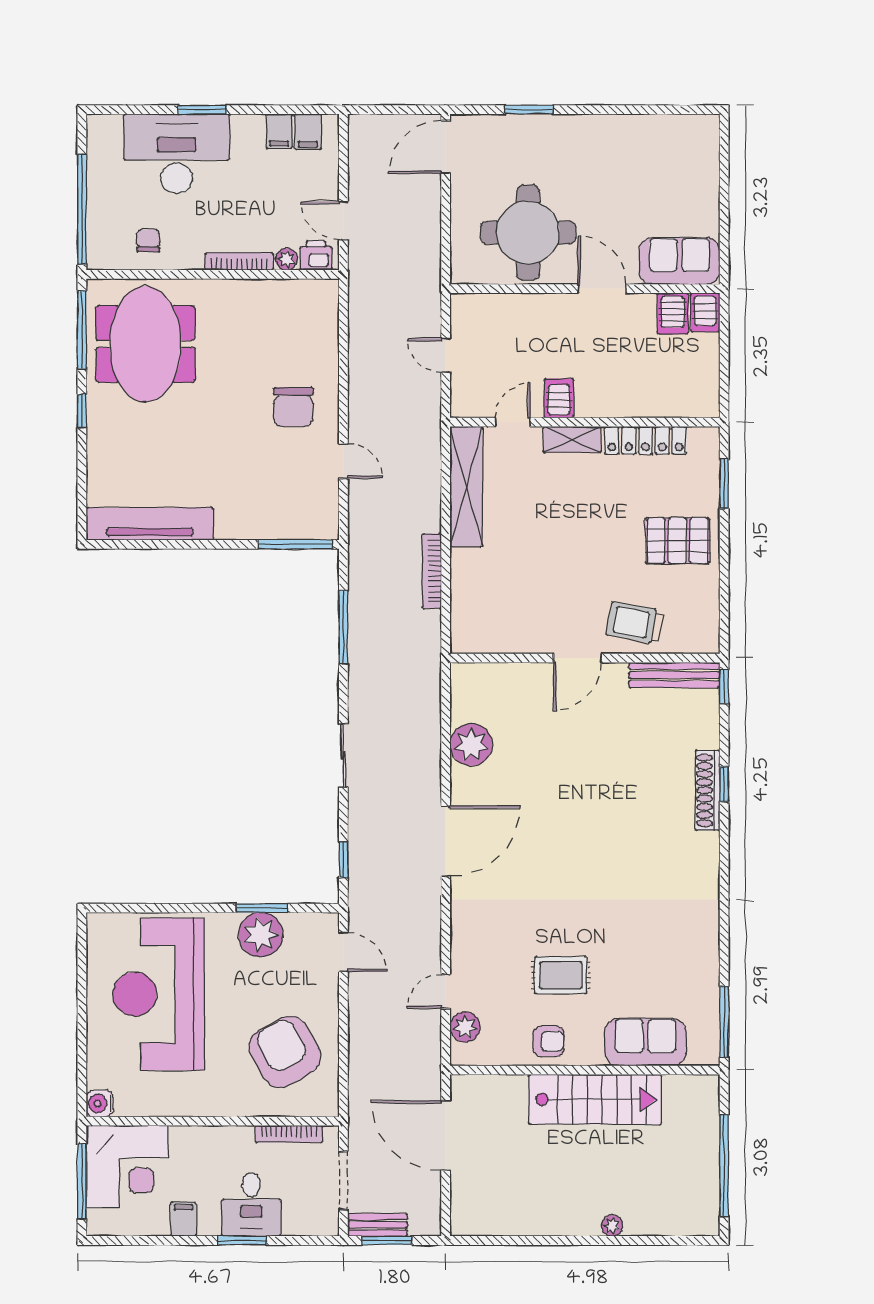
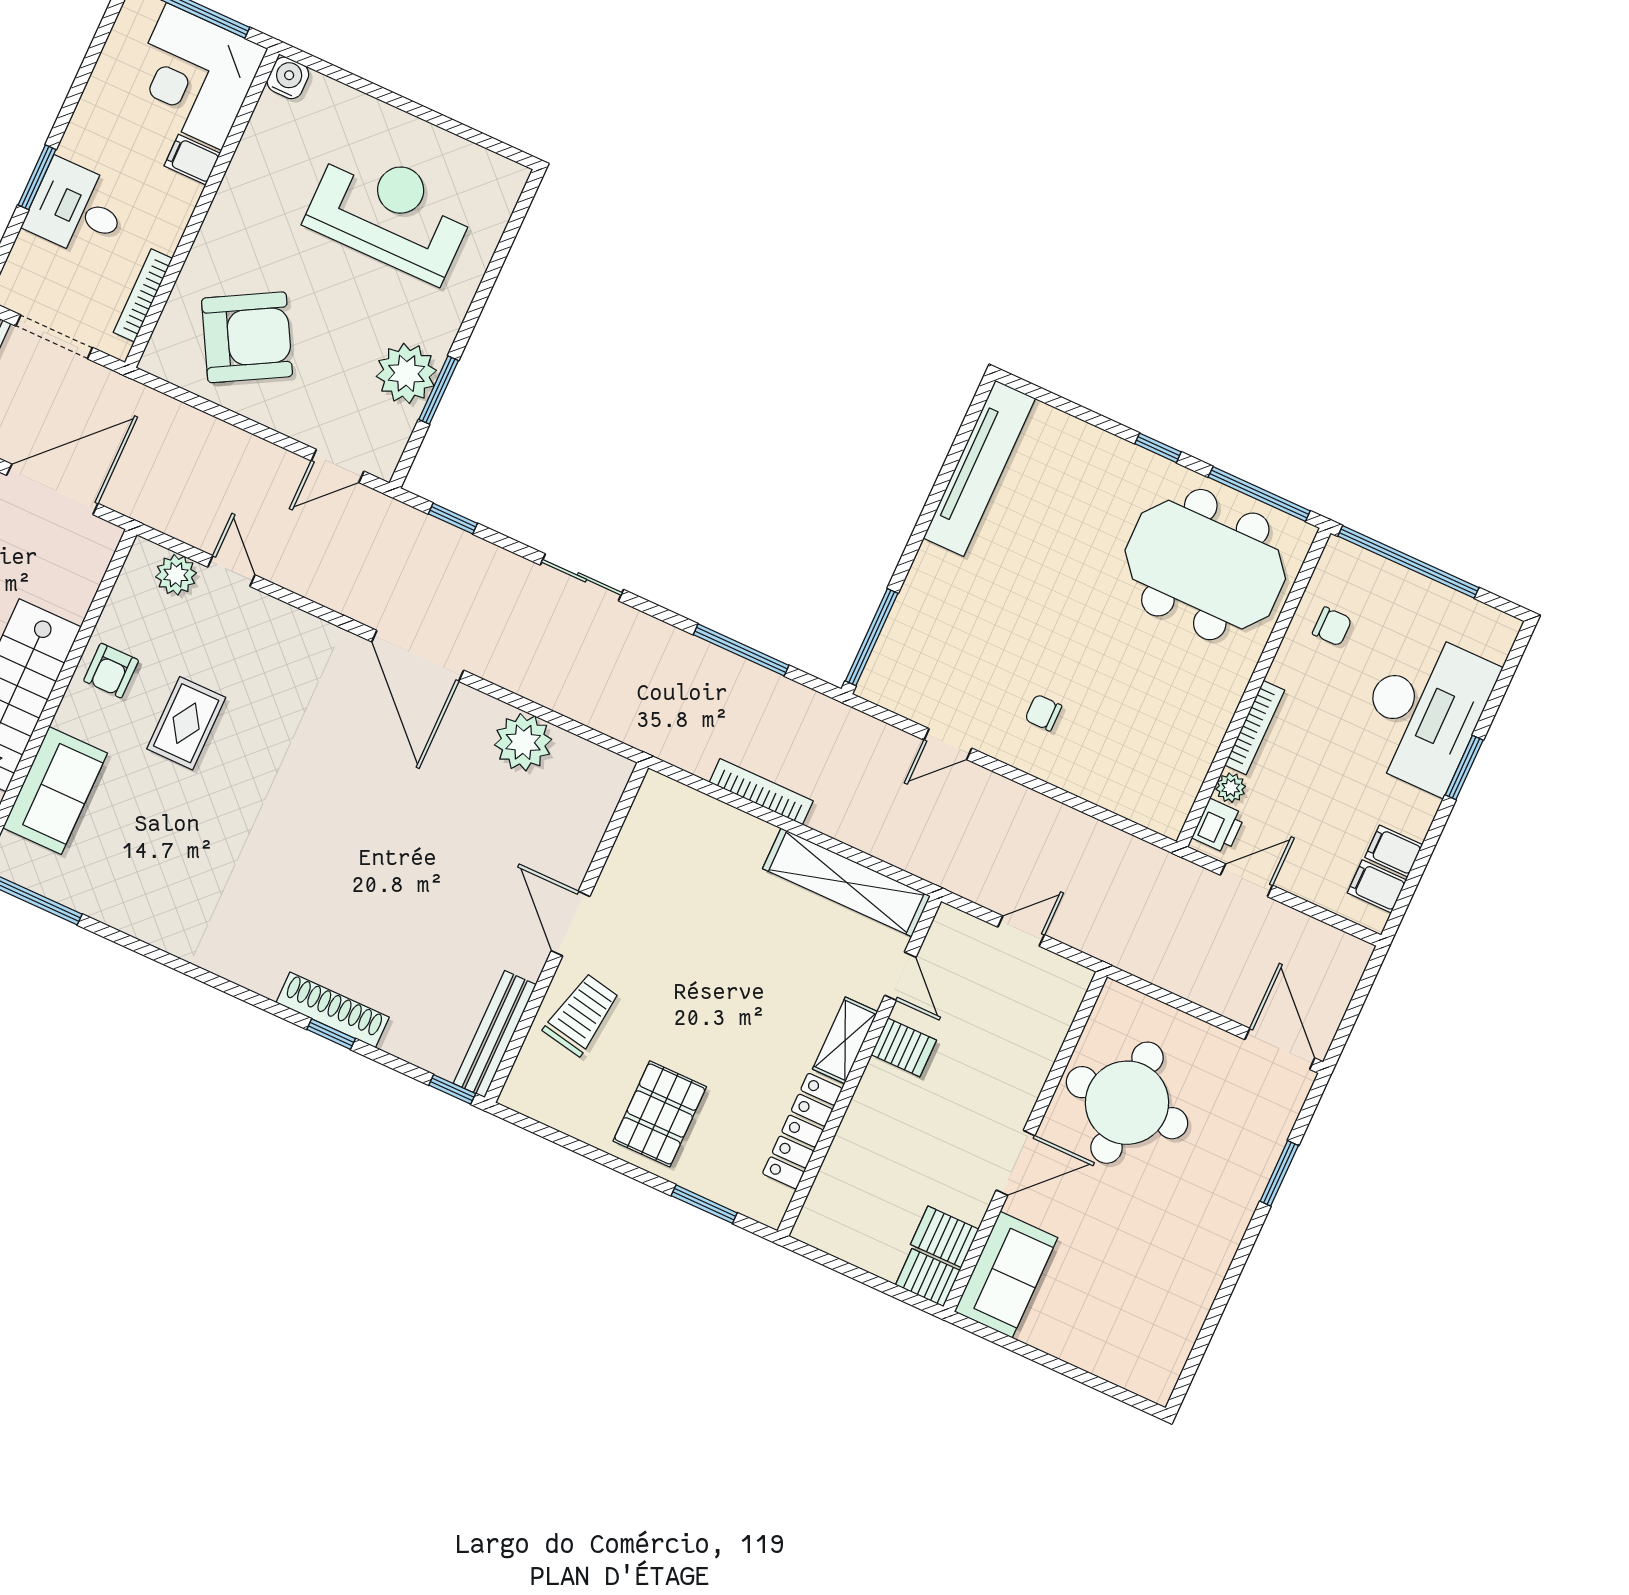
chair: (293, 407) -> (1043, 713), width x0.54, depth x0.54
reception desk: (159, 994) -> (390, 213), width x0.74, depth x0.77
filing cabinet: (183, 1219) -> (192, 160), moved, turned 180

